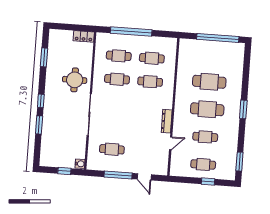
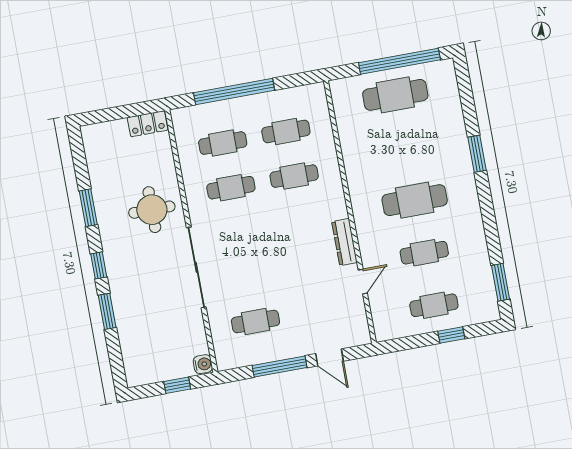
window: (44, 57) -> (88, 208), moved
cafe table: (209, 82) -> (395, 95), moved
window: (243, 109) -> (477, 154), moved

